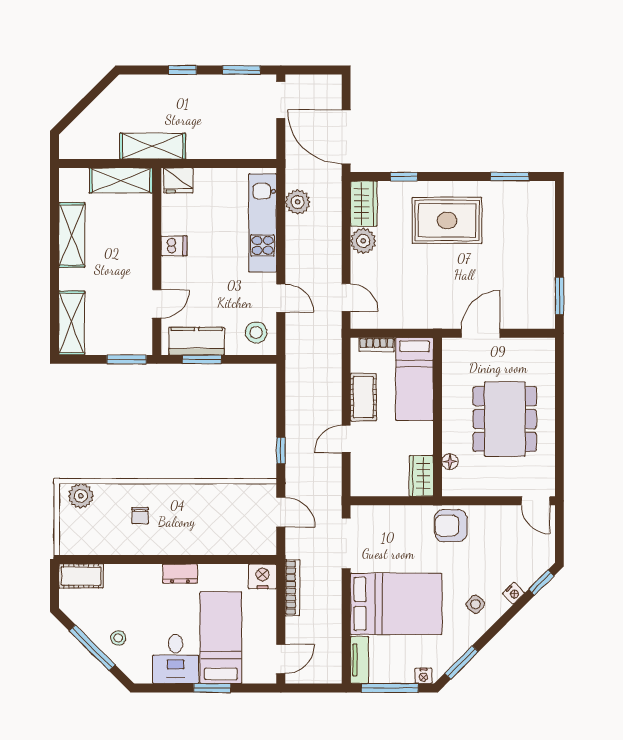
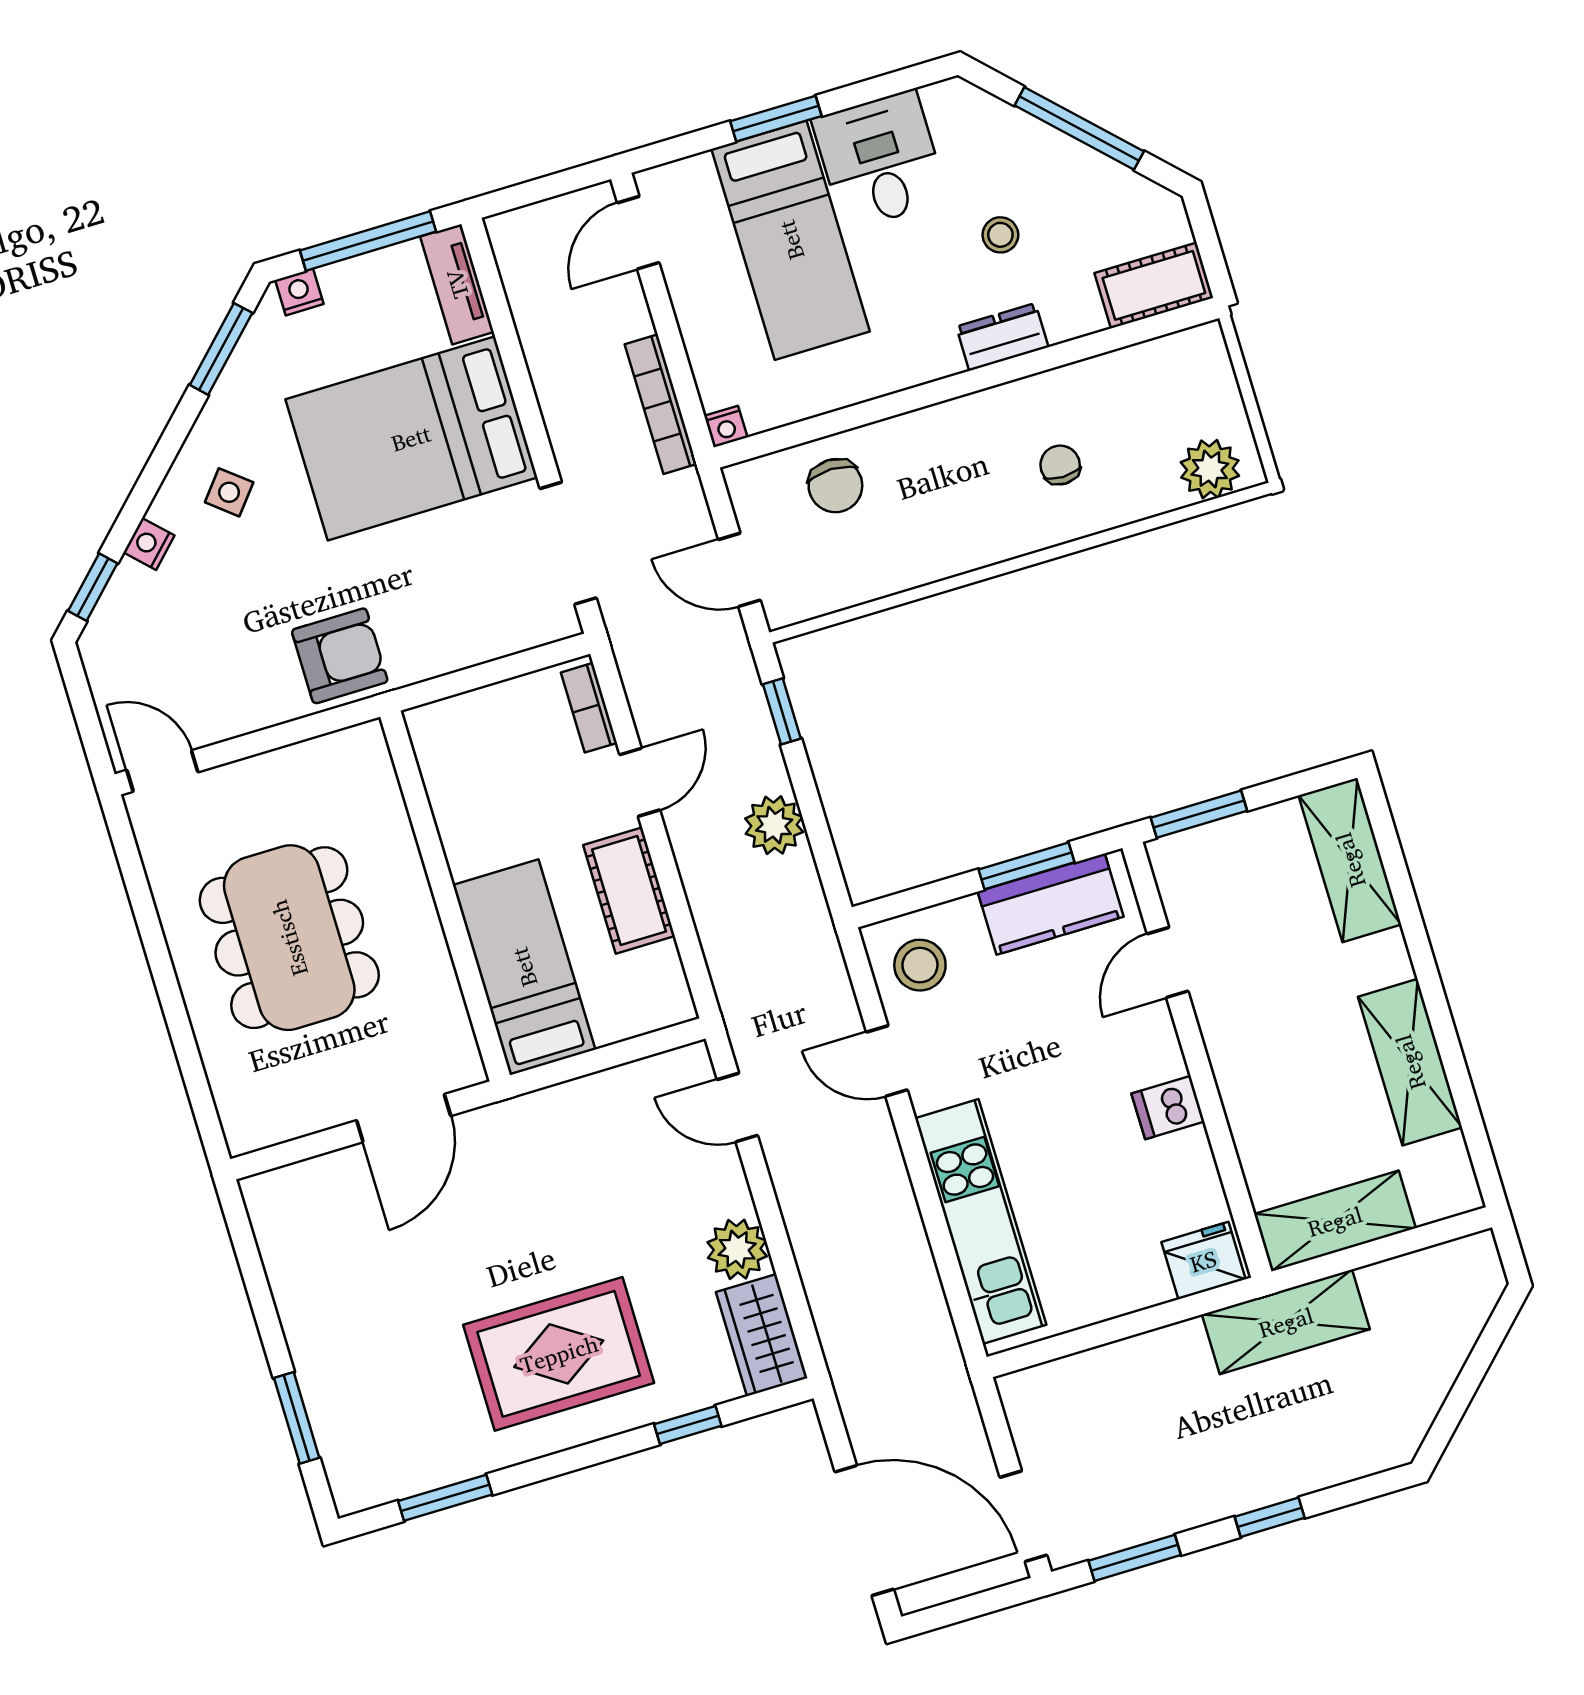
door: (346, 137) -> (864, 1530), moved
plant: (298, 202) -> (774, 825), moved
window: (559, 296) -> (297, 1418), moved
bookcase: (377, 345) -> (589, 708), moved, turned -90
floor lamp: (450, 462) -> (386, 802), removed
wardrobe: (421, 476) -> (442, 749), removed
chair: (232, 534) -> (835, 486), added
dresser: (180, 574) -> (1002, 337), moved
nightstand: (263, 576) -> (726, 427), width x0.53, depth x0.56
stool: (118, 638) -> (1000, 235), moved

